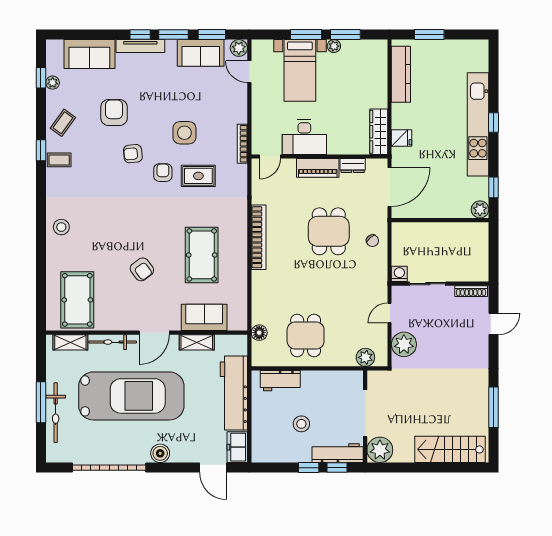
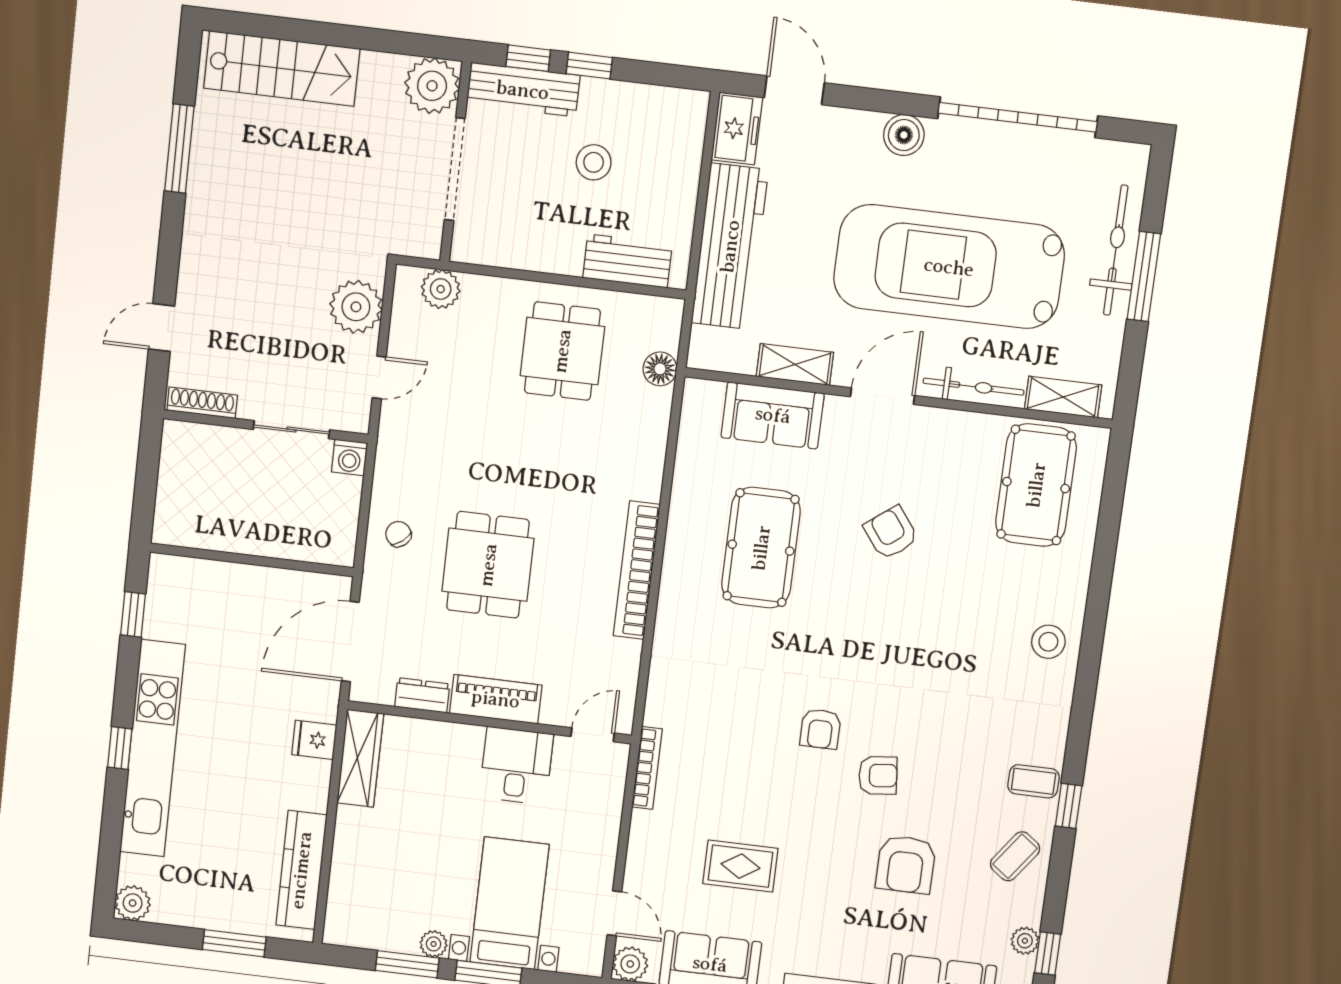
side table: (184, 133) -> (765, 805), removed
desk: (304, 137) -> (516, 766), width x0.73
rug: (198, 176) -> (740, 866), moved
plant: (480, 209) -> (133, 903), moved

